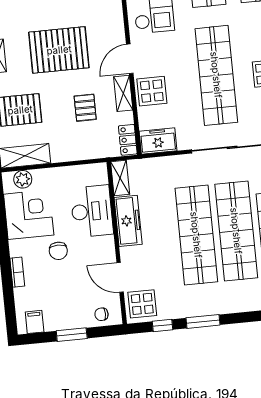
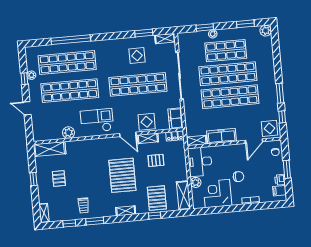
plant: (23, 179) -> (196, 182), moved
desk: (92, 211) -> (200, 162), moved, turned -90
printer: (54, 323) -> (280, 180), added

